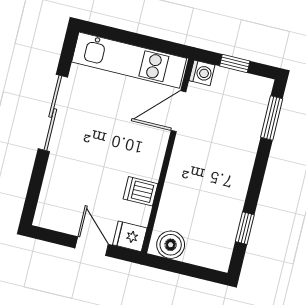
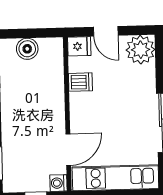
plant: (55, 211) -> (141, 50), added
boiler: (171, 245) -> (27, 49), moved

